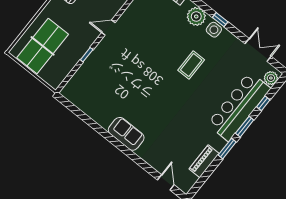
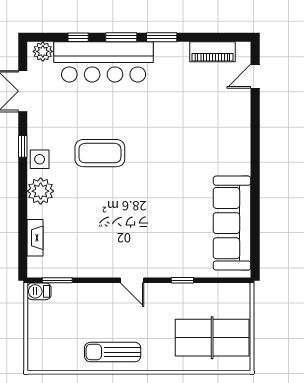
window: (220, 20) -> (23, 146), moved
coffee table: (191, 65) -> (100, 153), width x1.36, depth x1.32
sofa: (126, 134) -> (232, 223), moved, width x1.85, depth x1.27
piano: (204, 161) -> (212, 52), moved

